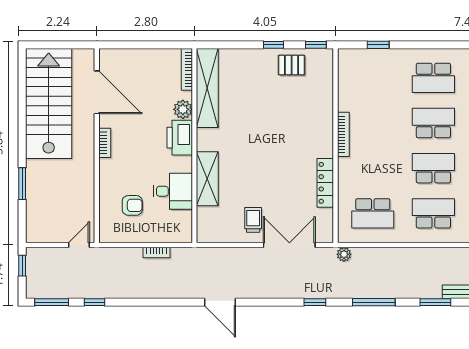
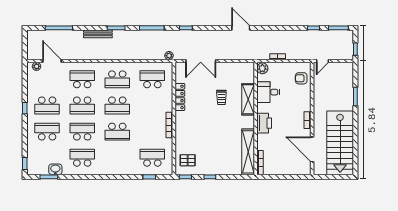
pallet: (292, 65) -> (188, 160), moved
school desk: (433, 78) -> (152, 158), moved
plant: (183, 109) -> (262, 68), moved
armchair: (132, 205) -> (301, 78), moved
trolley: (253, 220) -> (221, 97), moved

